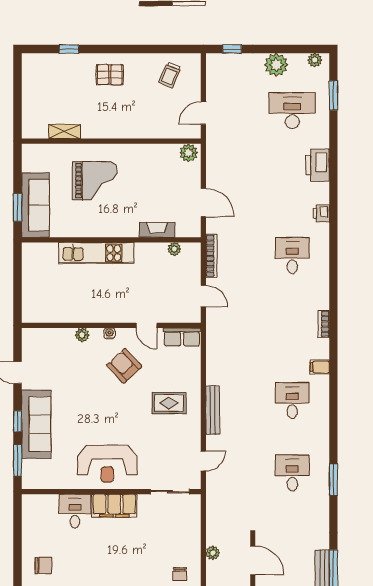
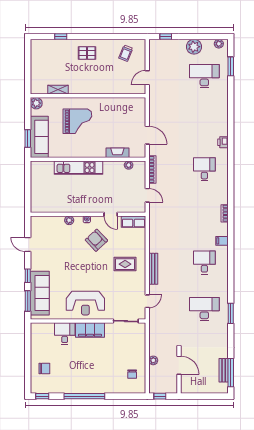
plant: (189, 153) -> (36, 103), moved
printer: (318, 165) -> (221, 111), removed
sofa: (36, 424) -> (40, 293), moved
desk: (292, 473) -> (204, 309), width x1.37

